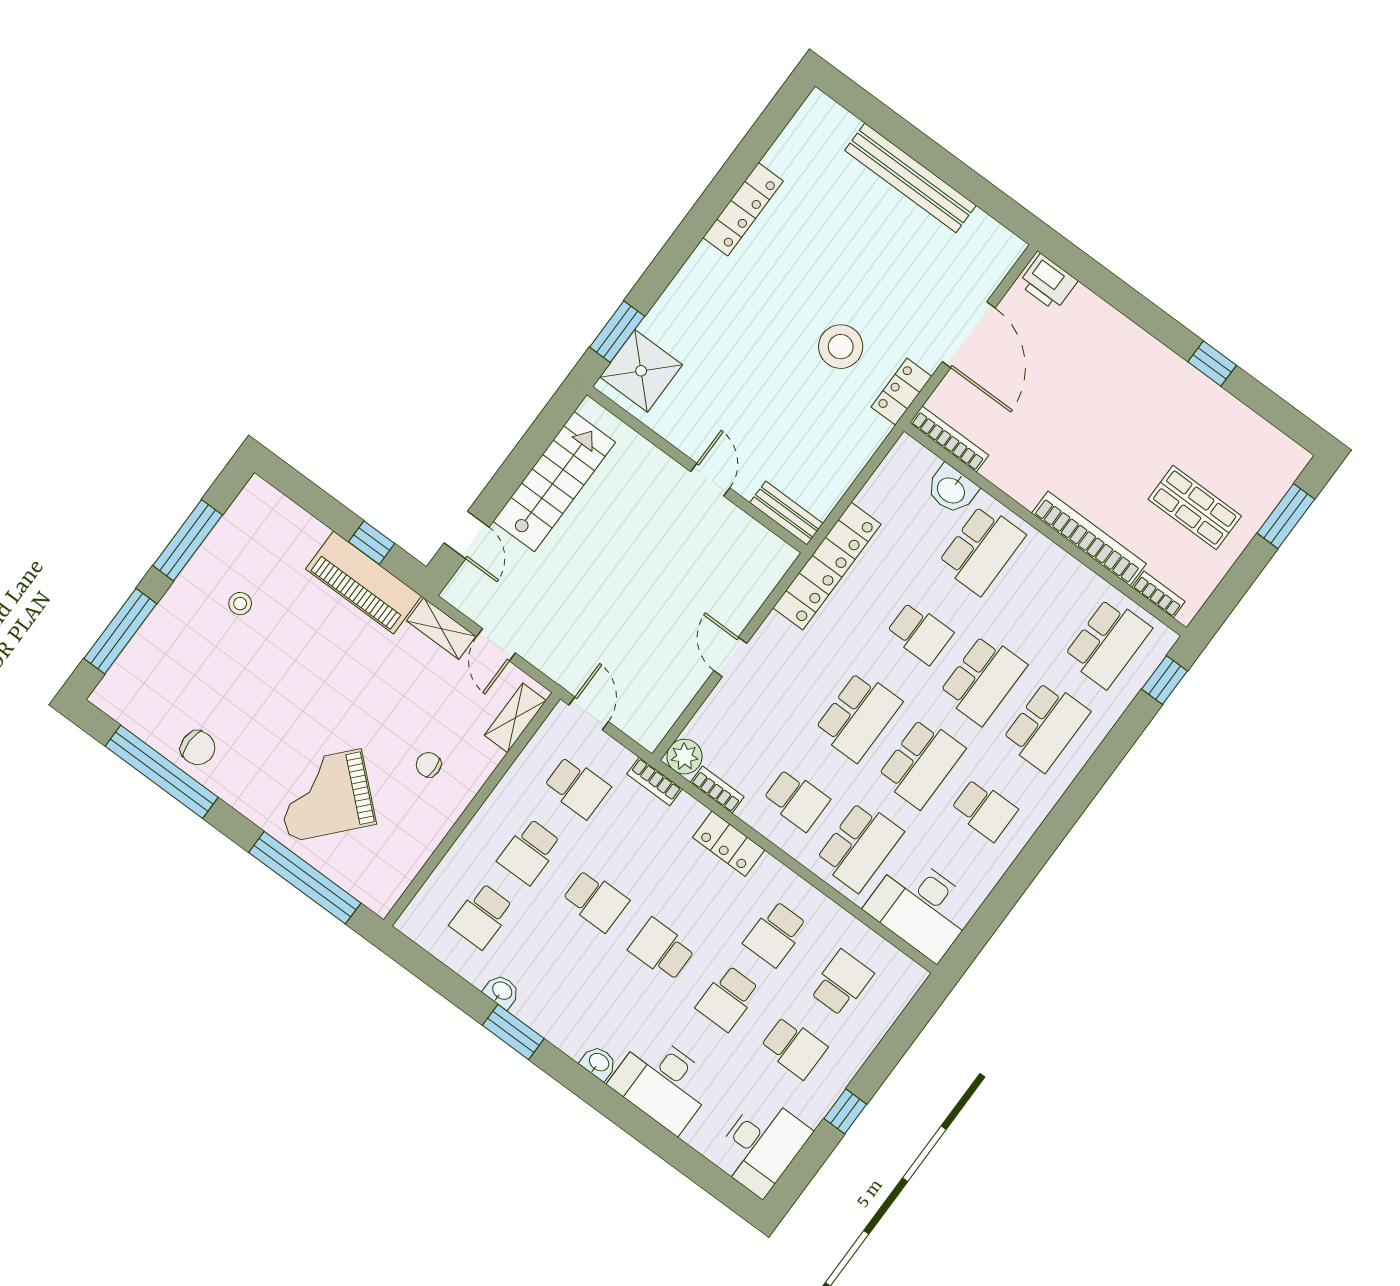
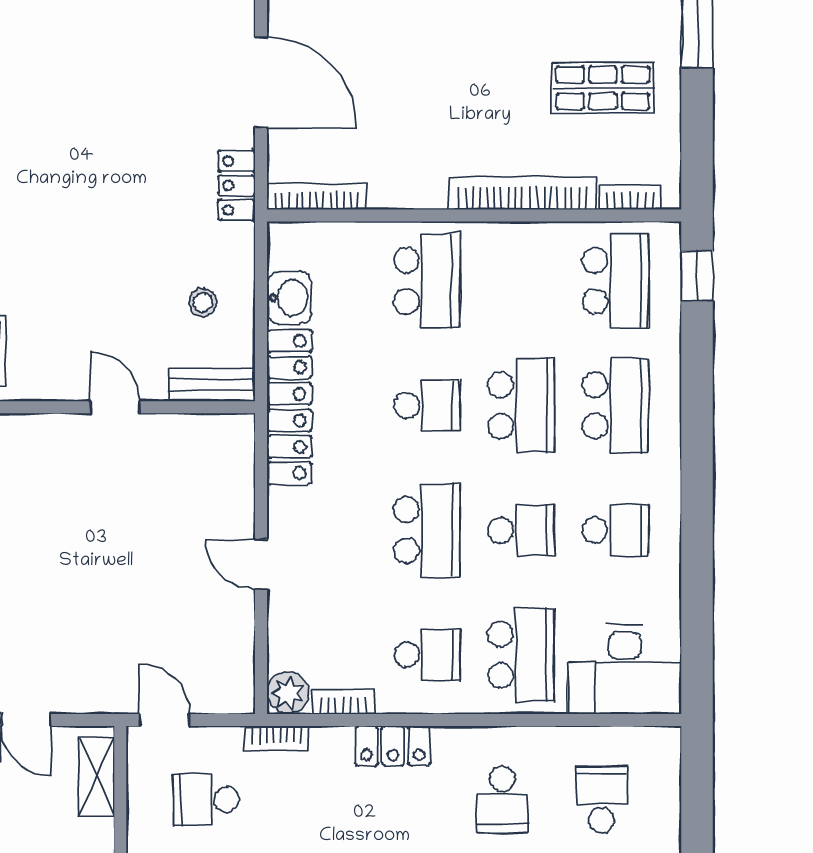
stool: (841, 347) -> (203, 303), moved, width x0.53, depth x0.53
washbasin: (952, 490) -> (290, 298), moved, turned -90
school desk: (921, 763) -> (521, 530), width x0.54
school desk: (577, 787) -> (206, 799), turned 180

